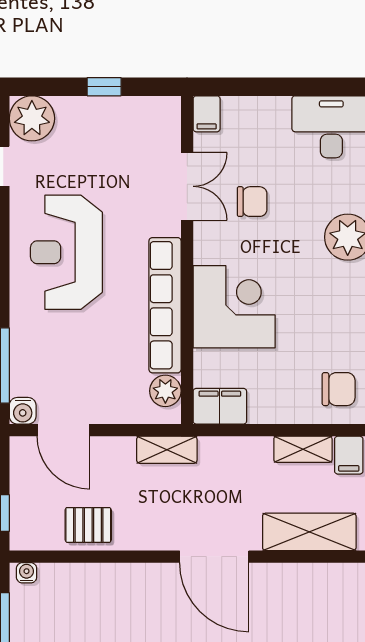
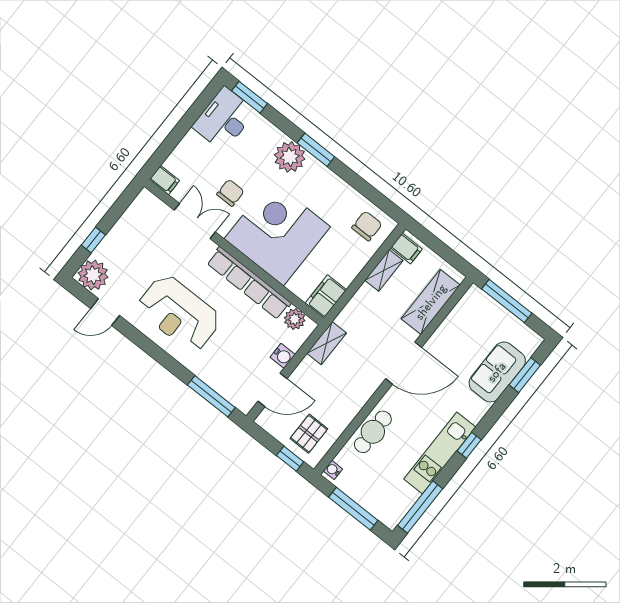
window: (104, 87) -> (93, 240), moved
corner desk: (234, 307) -> (277, 233), width x1.36, depth x1.36
water cooler: (23, 411) -> (283, 356), moved
pallet: (88, 525) -> (309, 434), moved
cafe table: (107, 584) -> (373, 432), added

